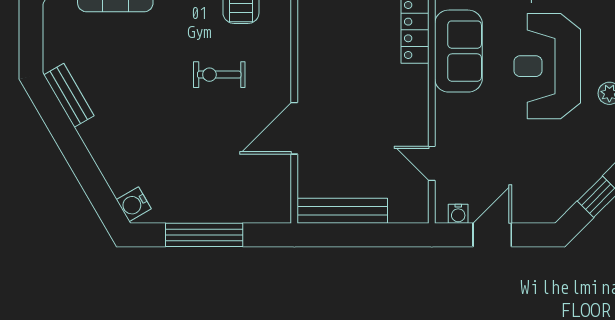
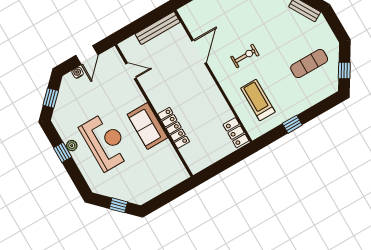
water cooler: (458, 214) -> (78, 73), moved

